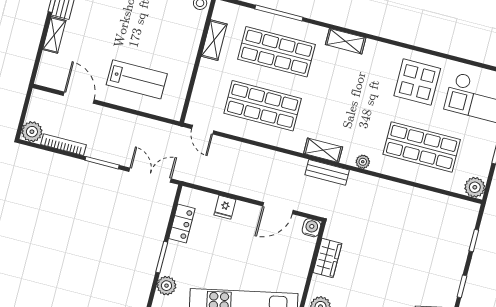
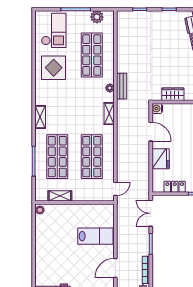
lab bench: (137, 79) -> (95, 236), turned 90
bench: (327, 172) -> (122, 86), moved
plant: (475, 187) -> (97, 17), moved
fridge: (225, 207) -> (161, 159), width x1.88, depth x1.34

